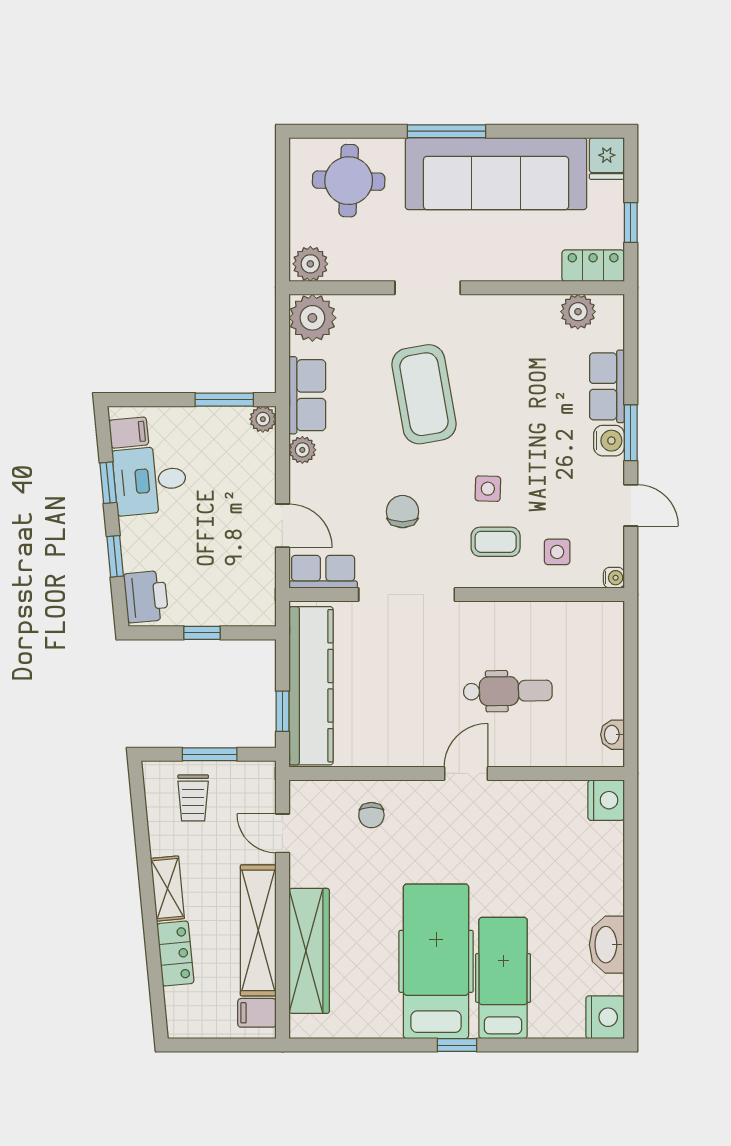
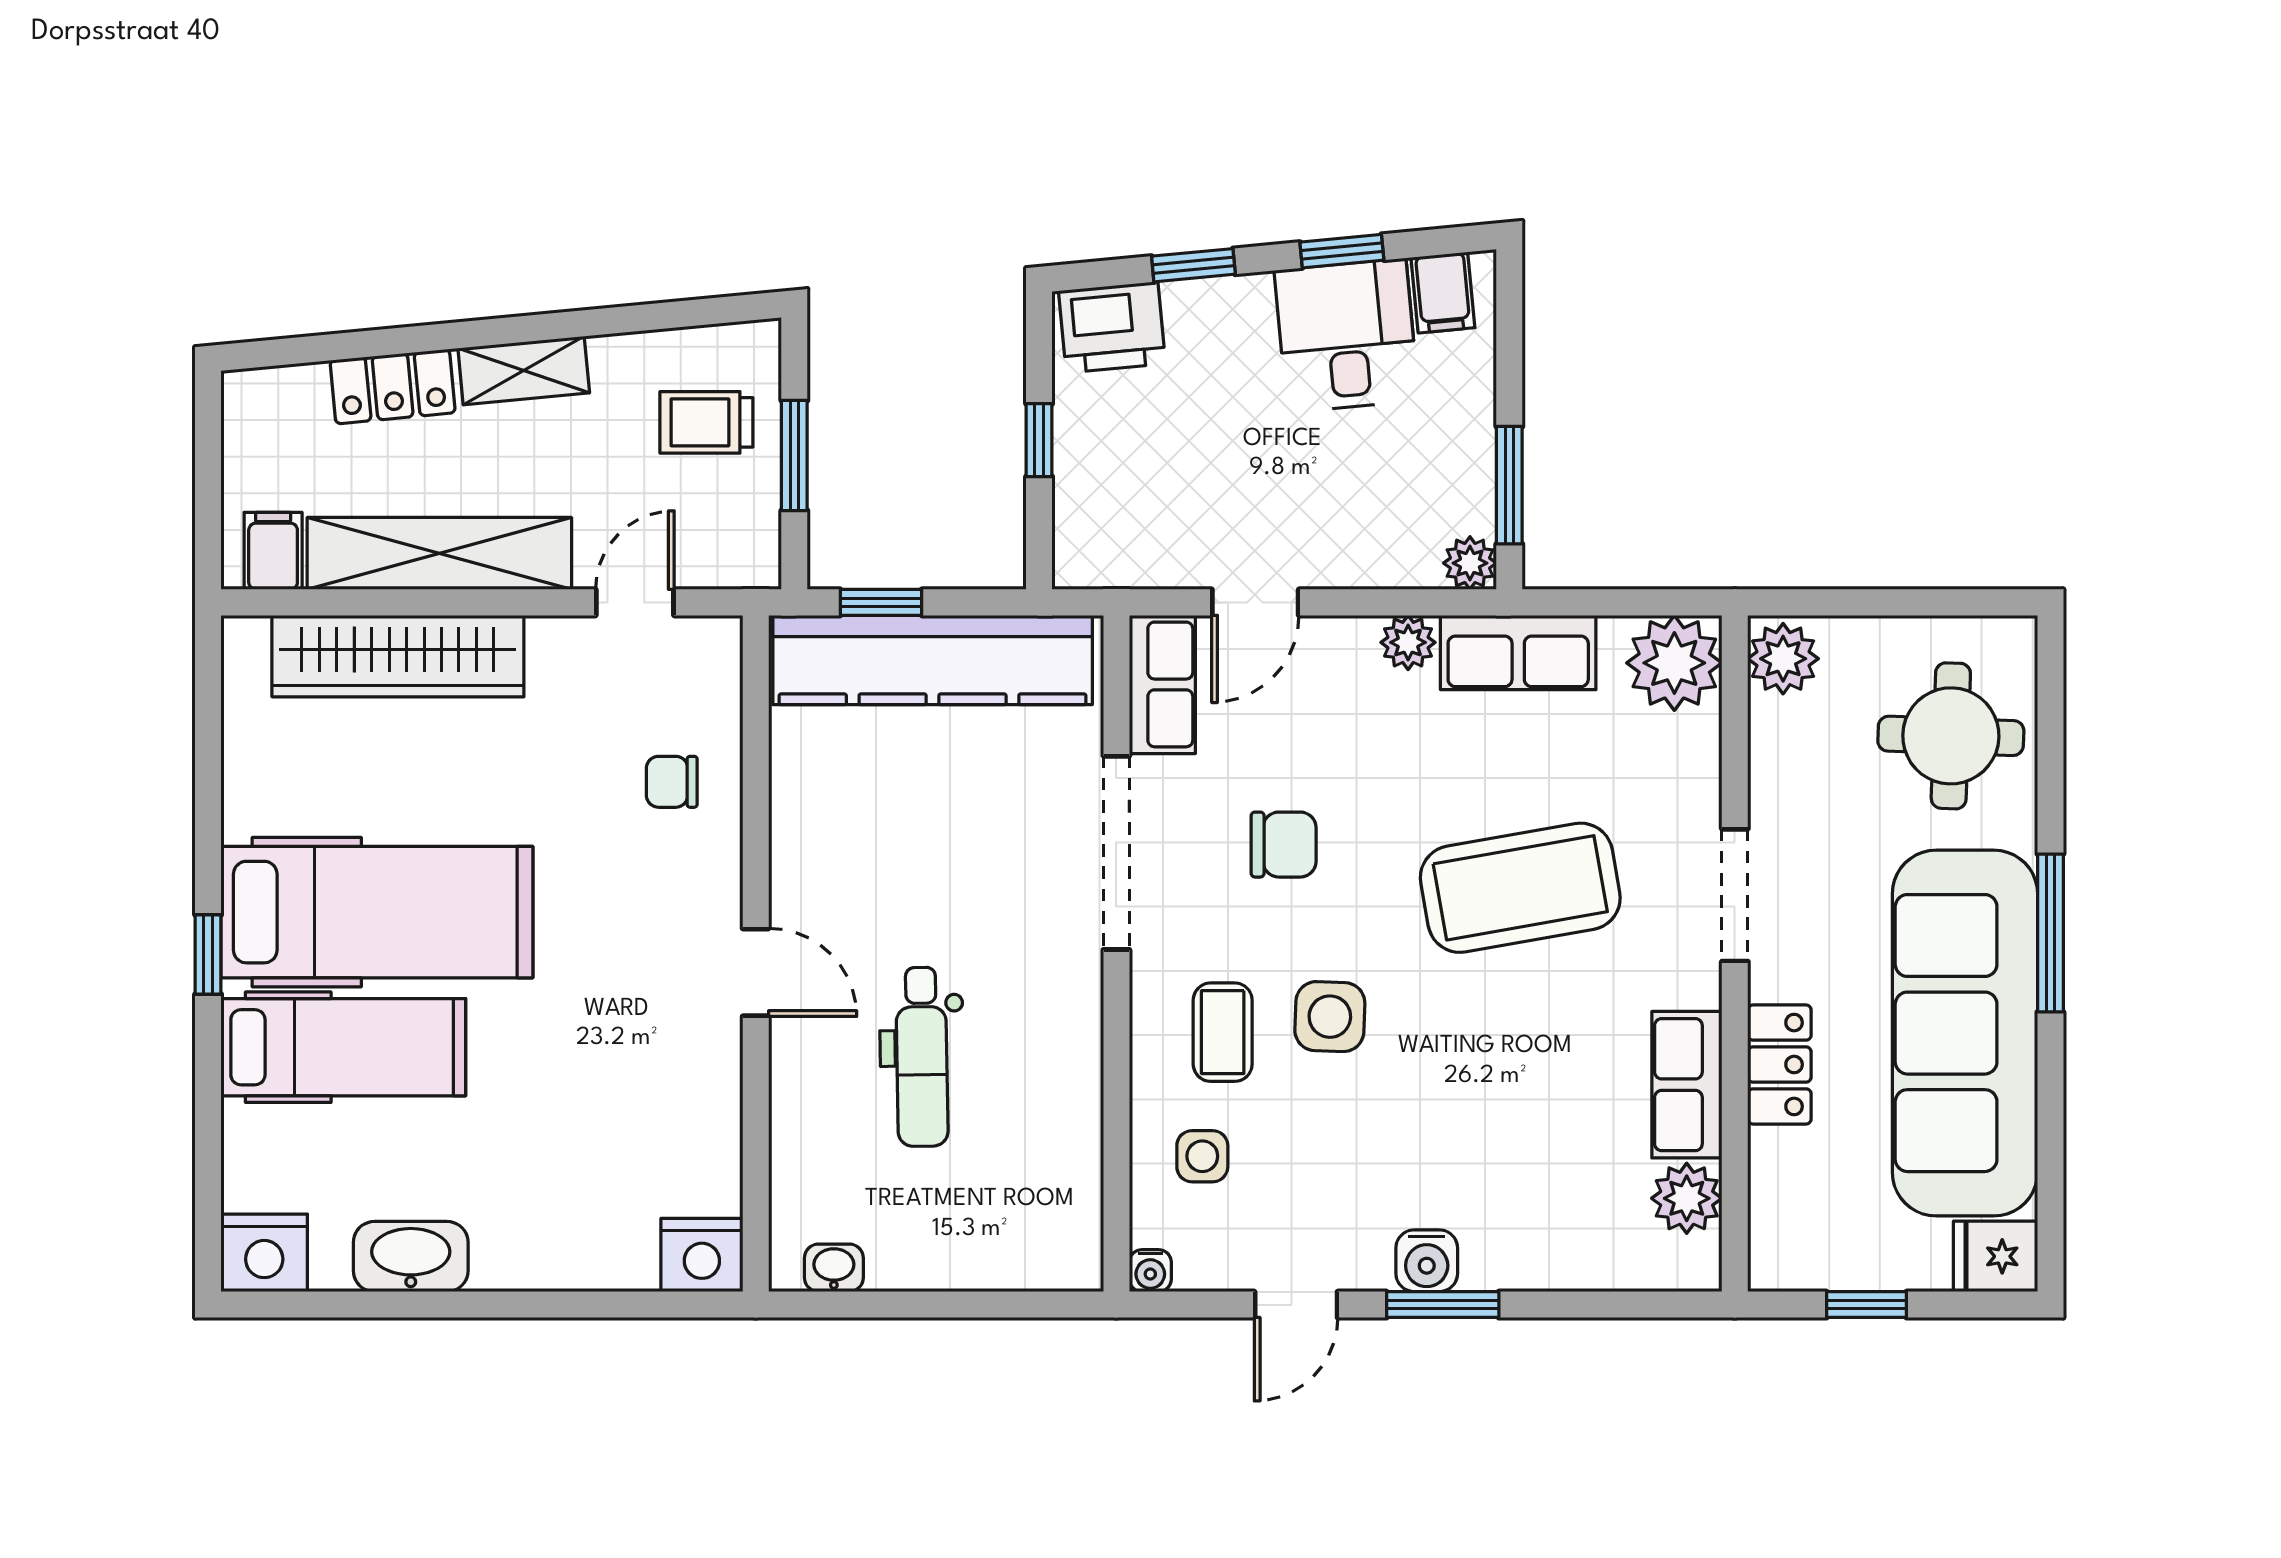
locker: (593, 266) -> (1779, 1064), moved
row of seats: (607, 386) -> (1687, 1085), moved, turned -90
side table: (488, 489) -> (1330, 1017), width x1.37, depth x1.37

